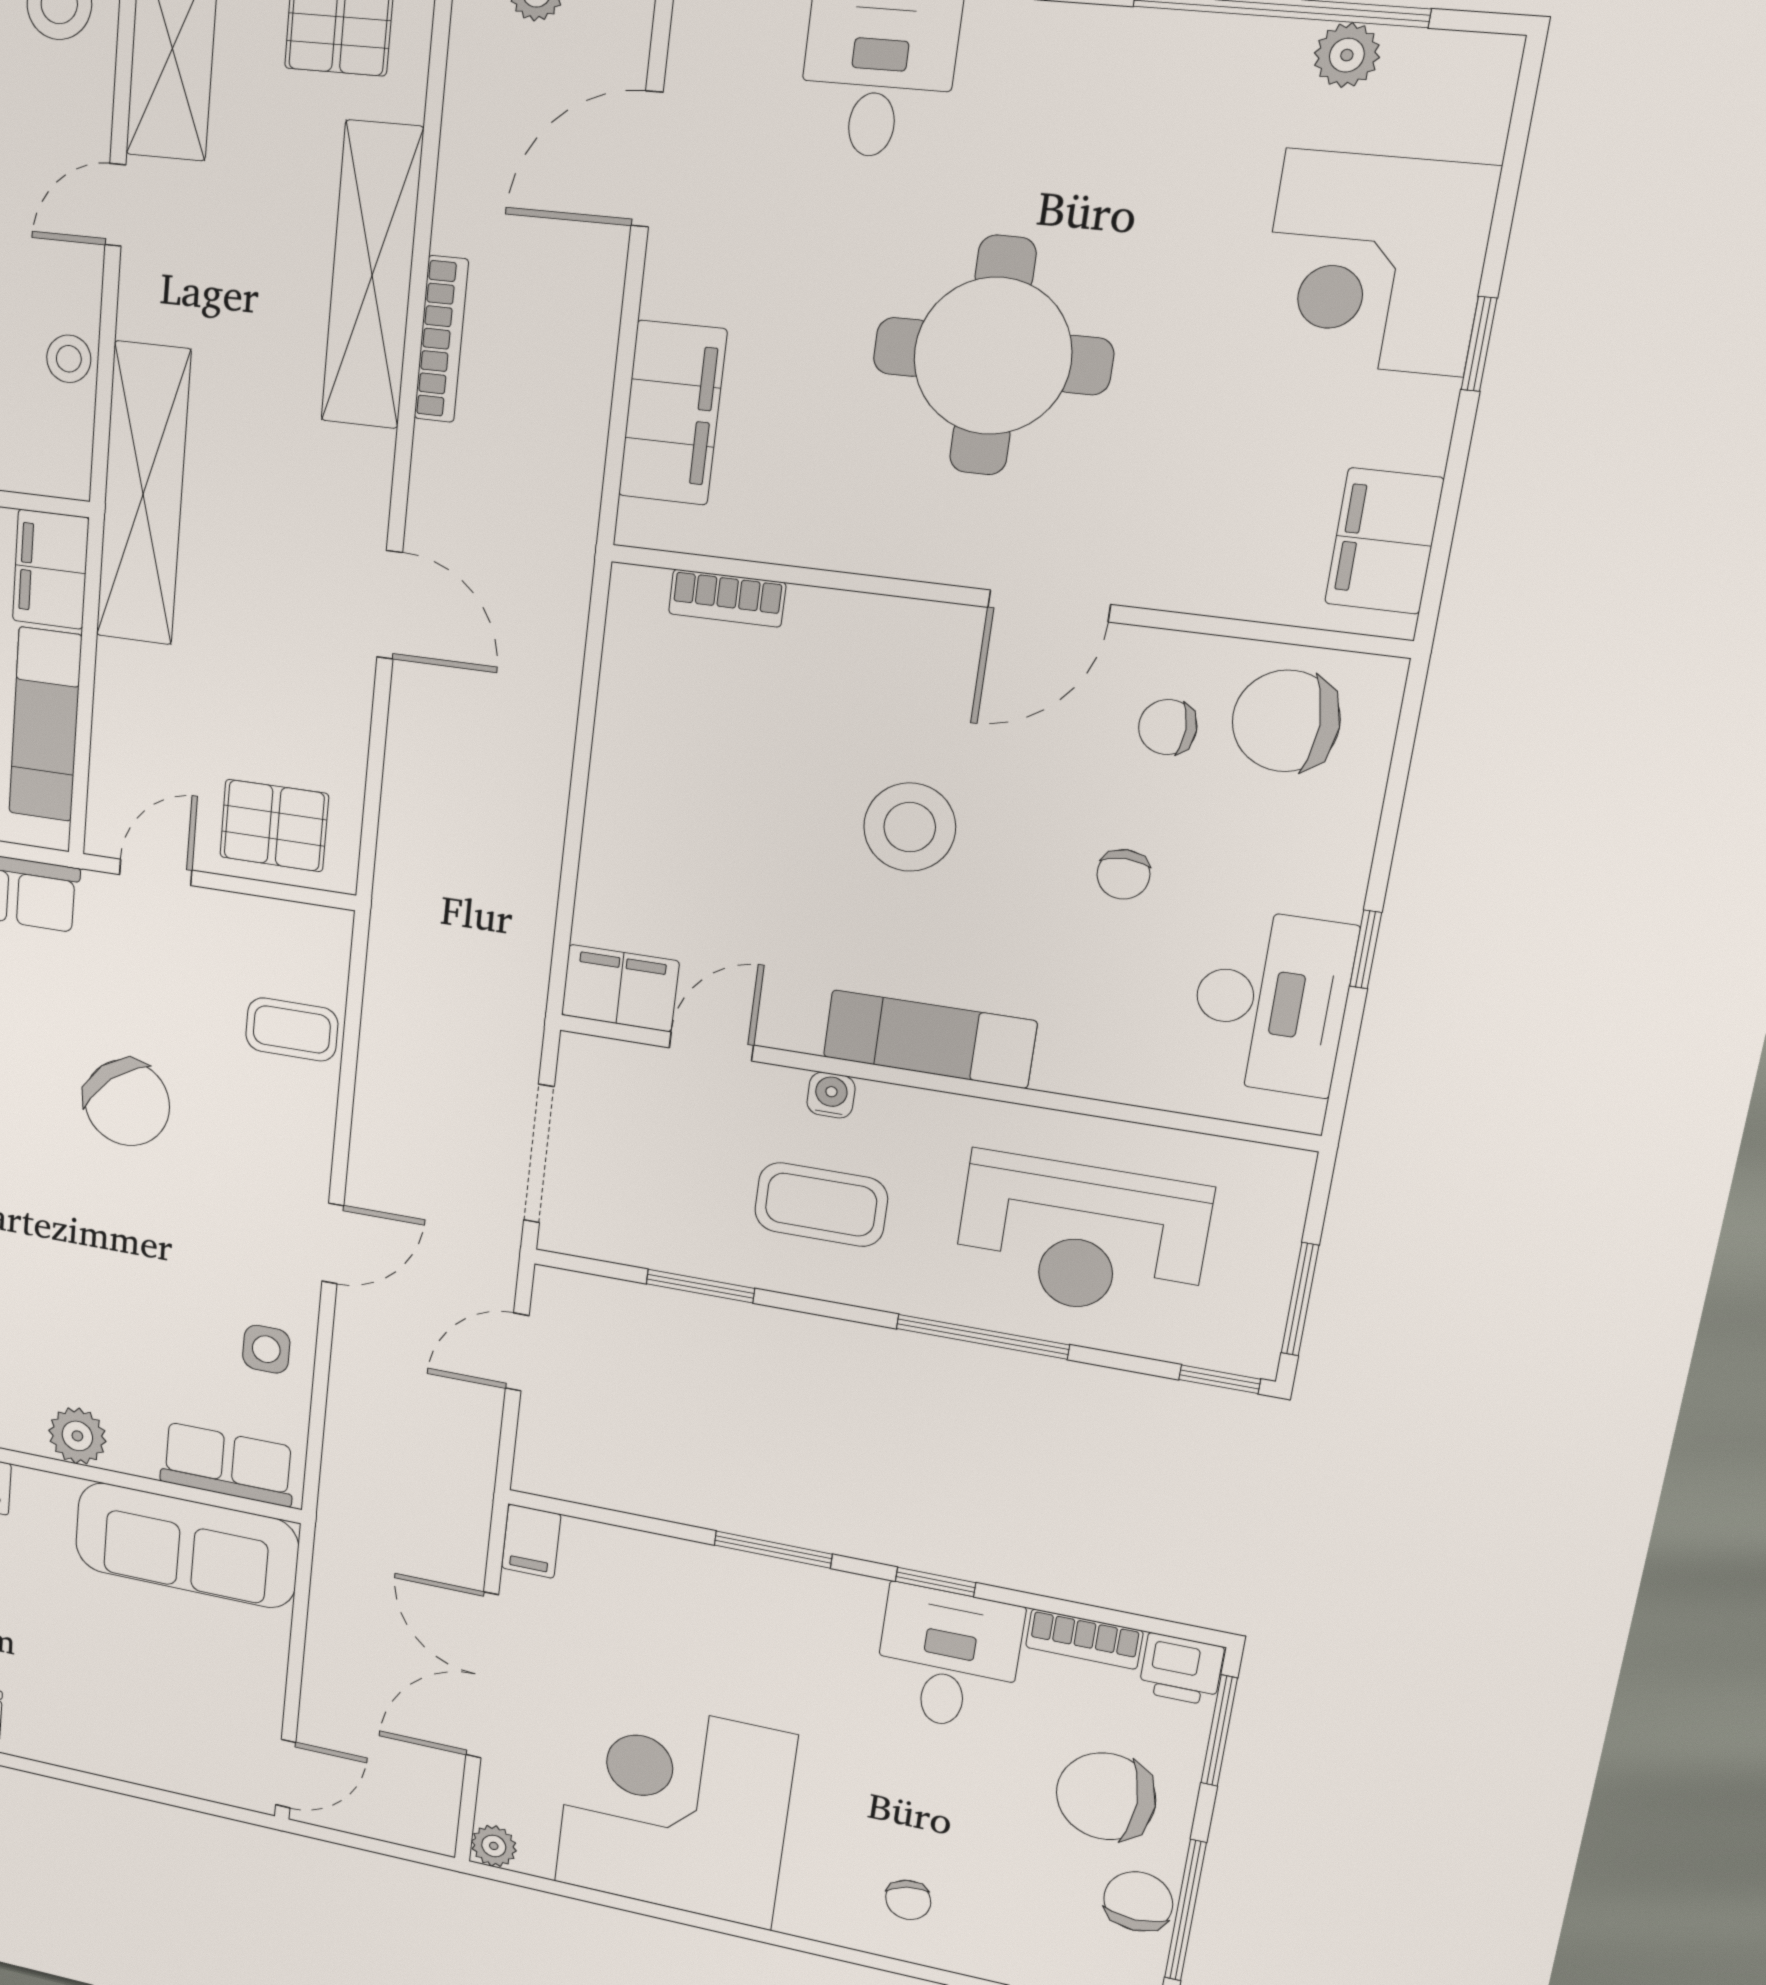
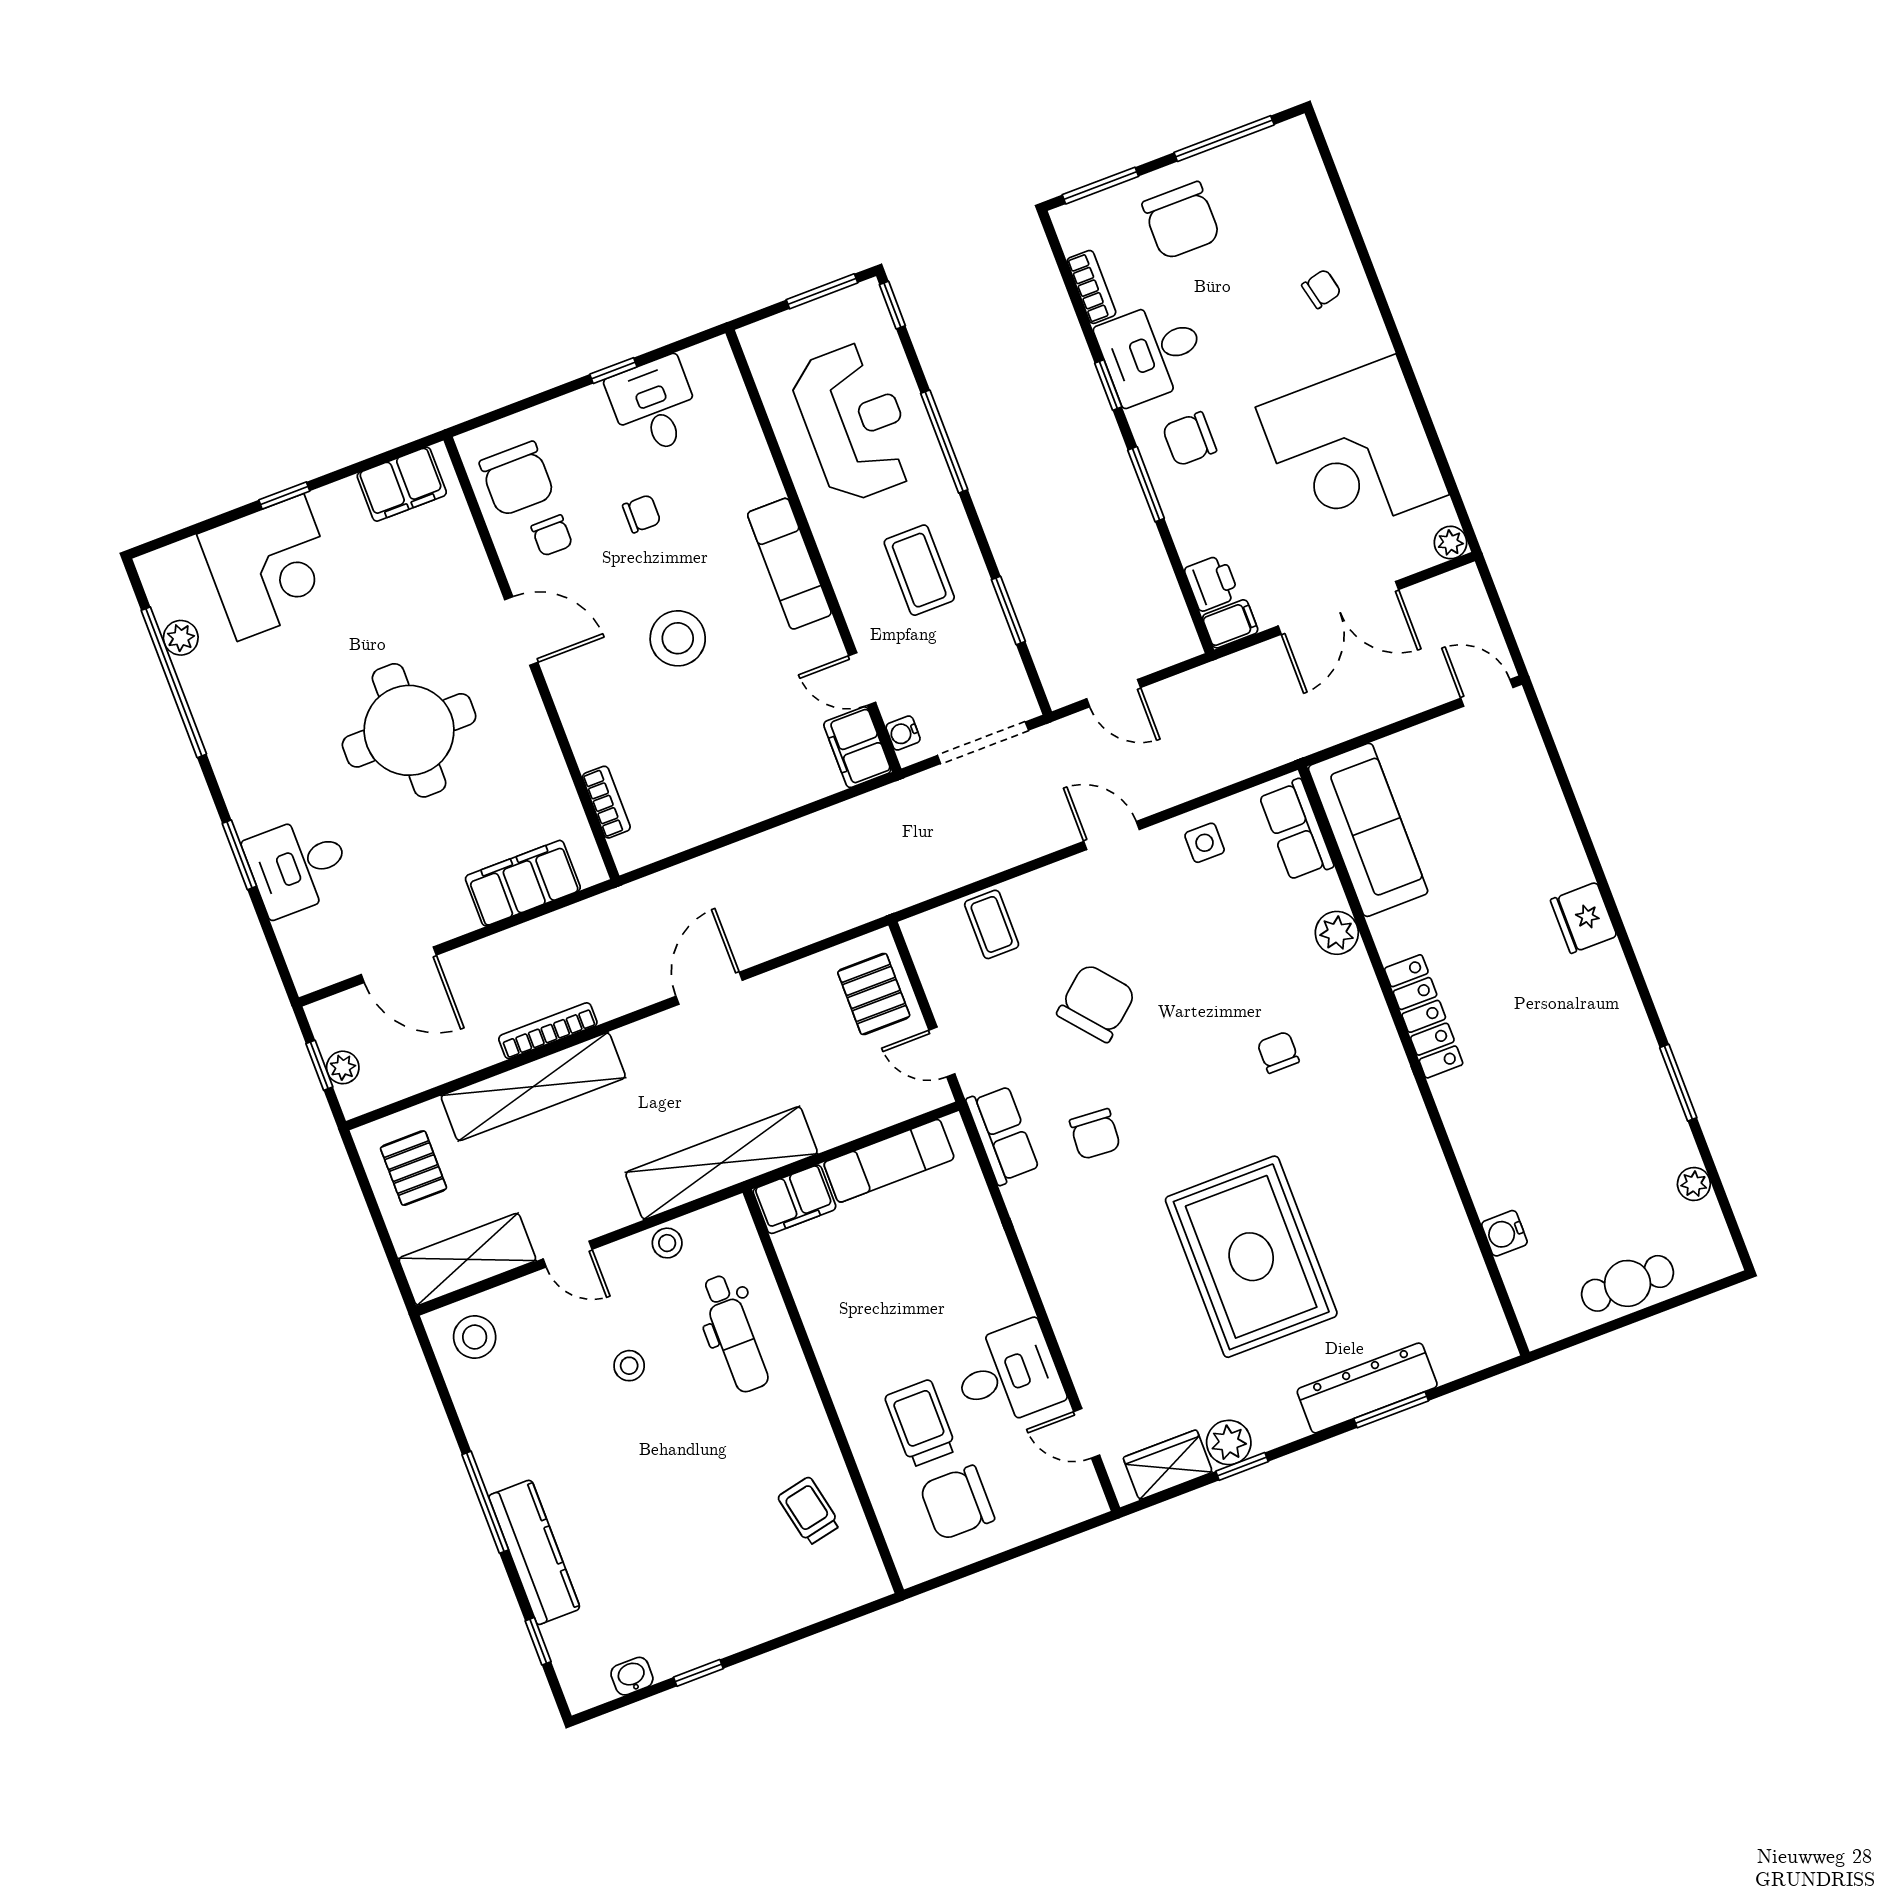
desk: (1271, 1002) -> (654, 406), width x0.73
water cooler: (831, 1095) -> (903, 733), moved
printer: (1181, 1669) -> (1212, 583), moved
chair: (1138, 1901) -> (1189, 439), moved

